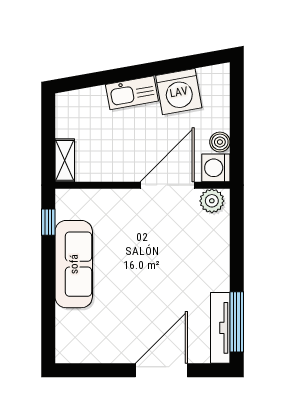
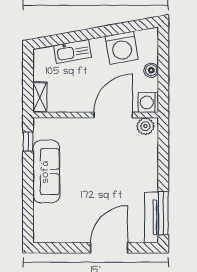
kitchen sink: (132, 93) -> (72, 51), moved
boiler: (220, 142) -> (151, 70), moved

